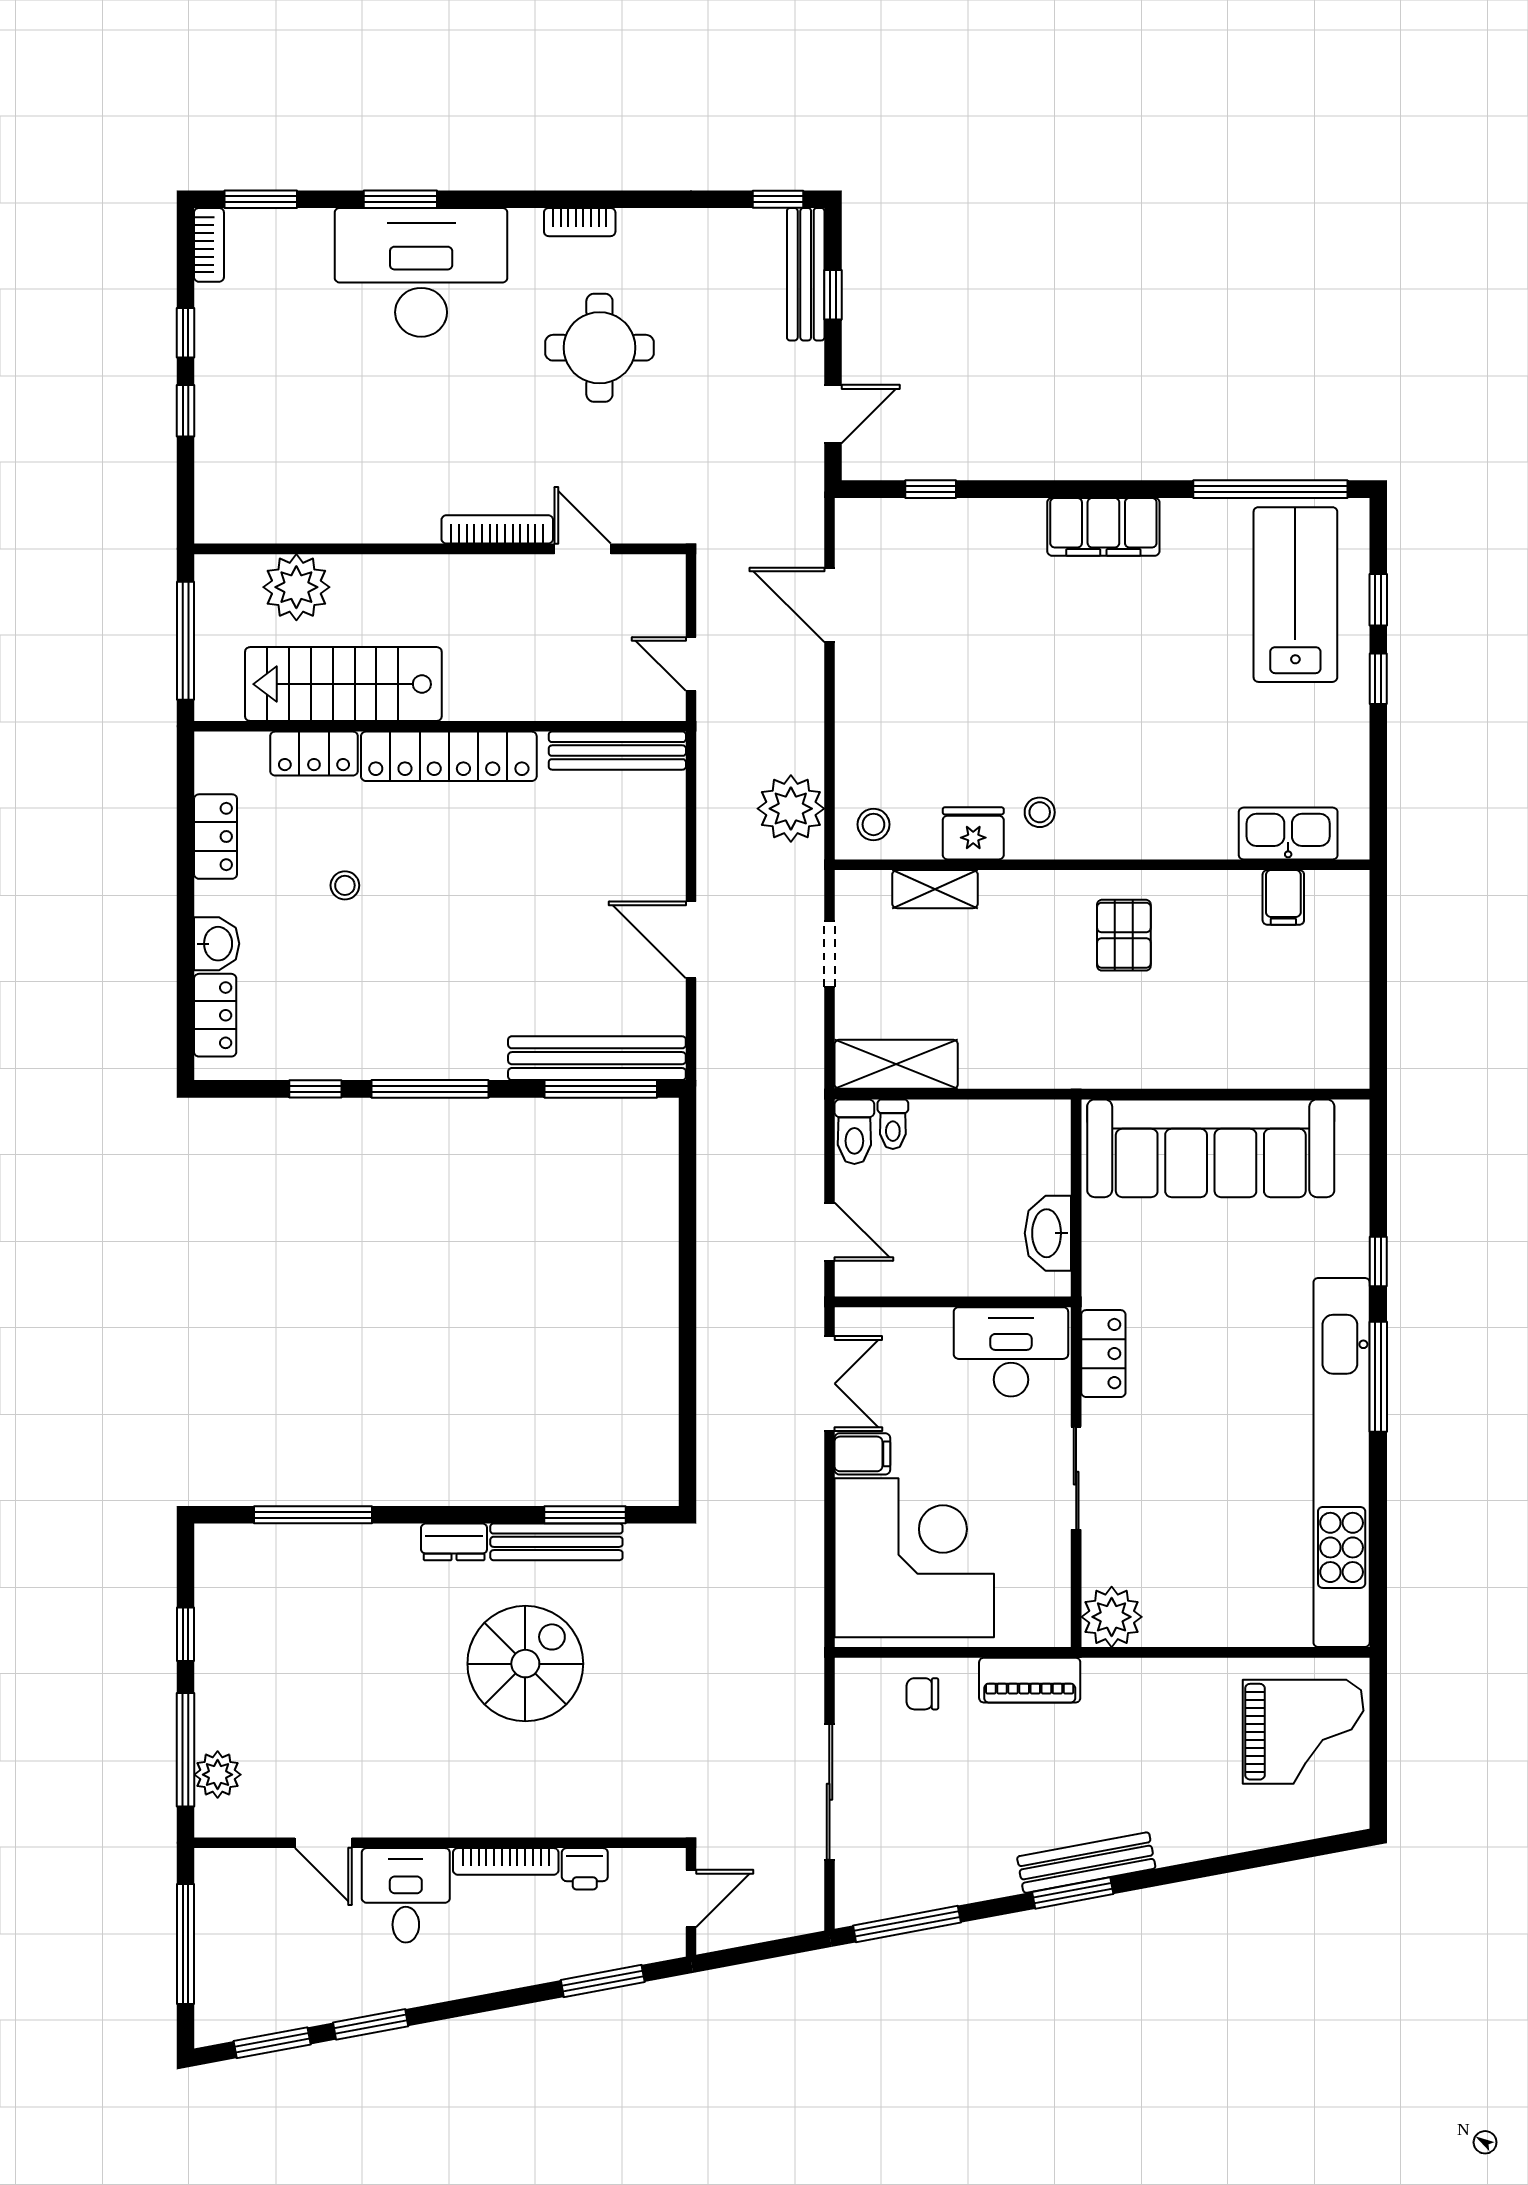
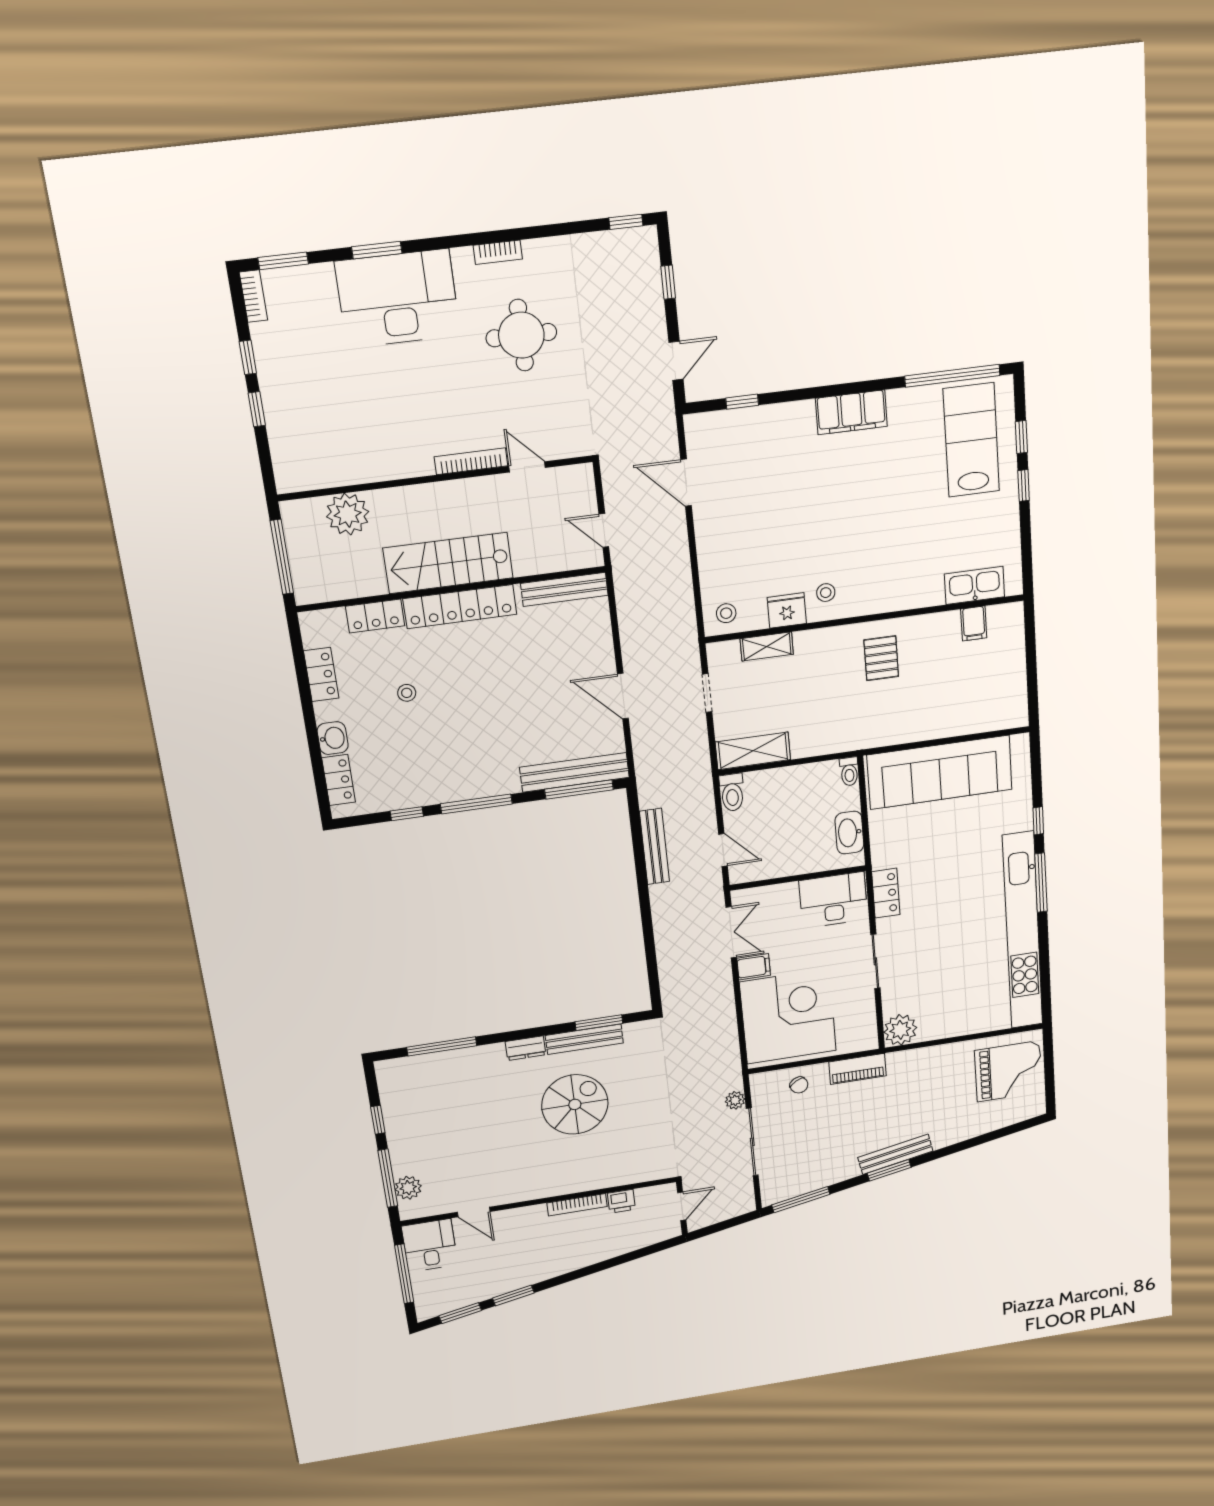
bench: (806, 274) -> (654, 847), moved
stairs: (343, 684) -> (448, 563), moved
plant: (791, 809) -> (735, 1100), moved, width x0.53, depth x0.53
toilet: (893, 1124) -> (849, 772), moved
chair: (922, 1694) -> (799, 1085), turned -119
desk: (406, 1895) -> (430, 1245), moved
window: (603, 1981) -> (638, 1254), removed

